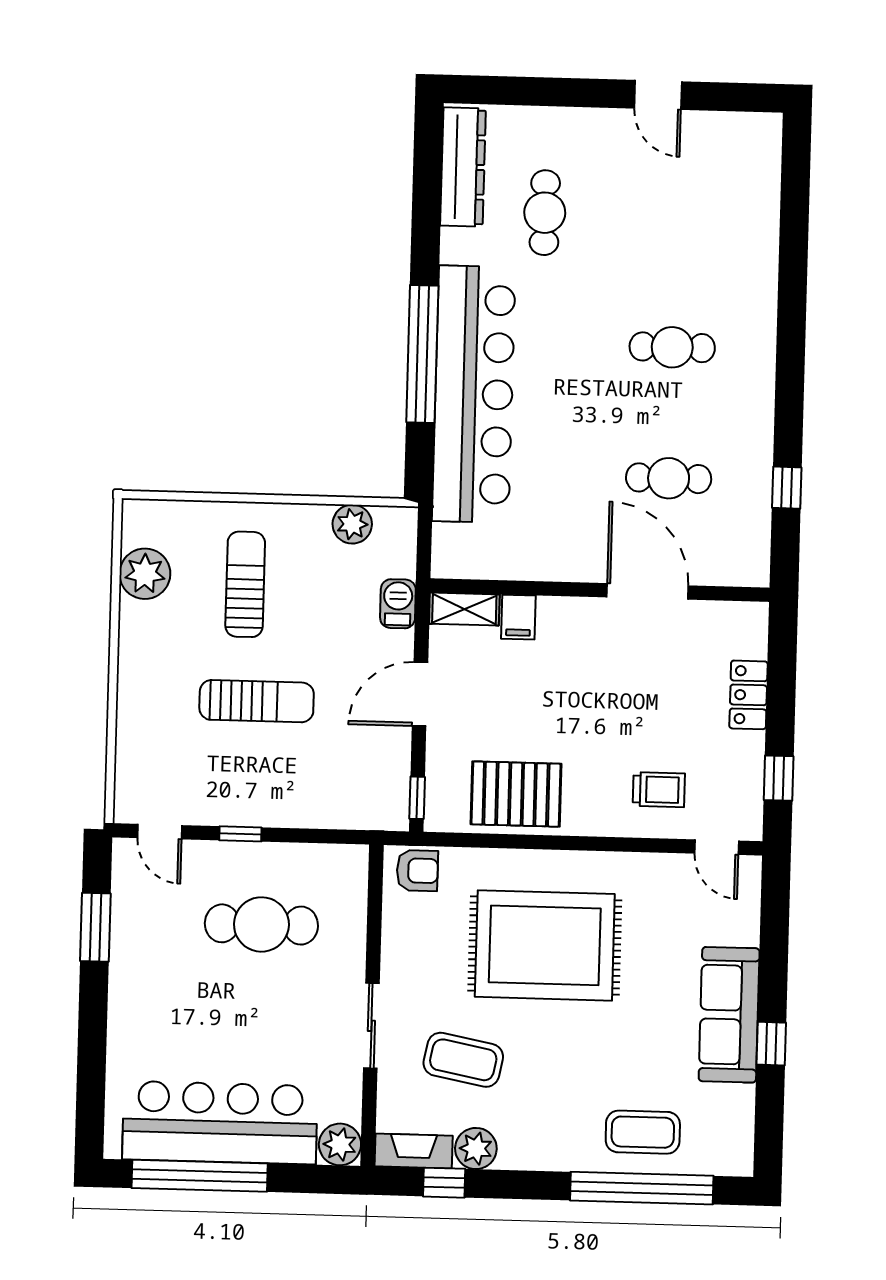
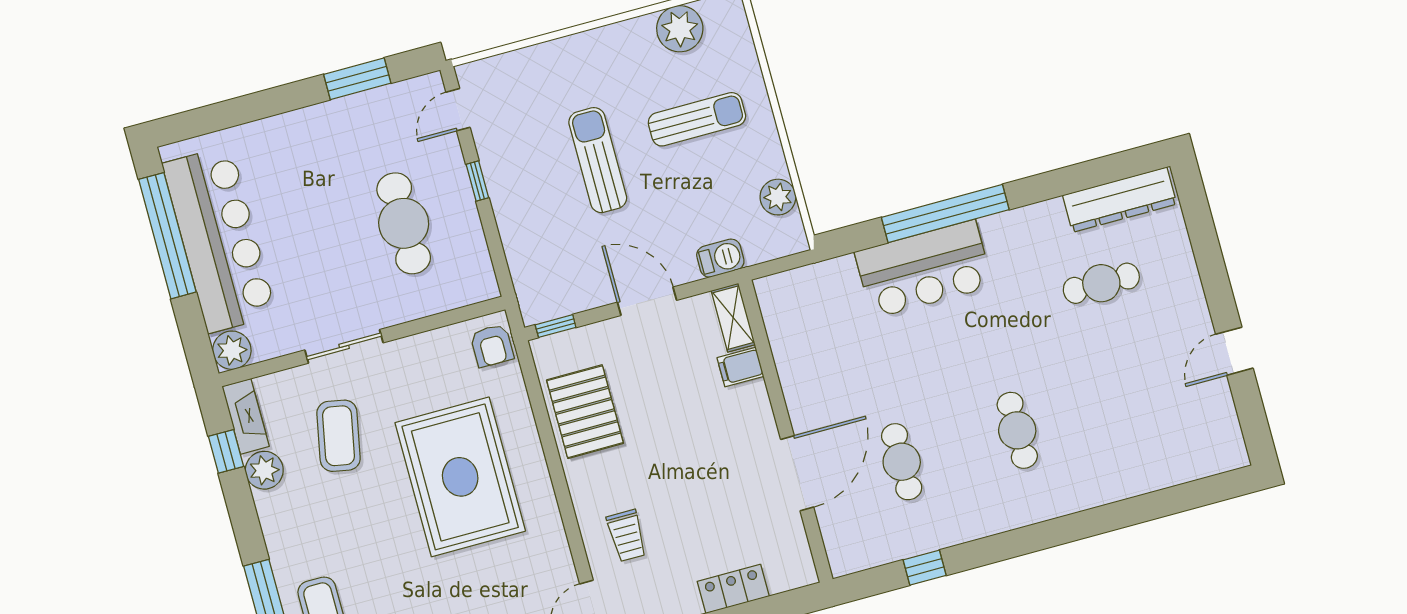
bar counter: (474, 394) -> (924, 269), width x0.54
sun lounger: (257, 701) -> (598, 160), turned 180

